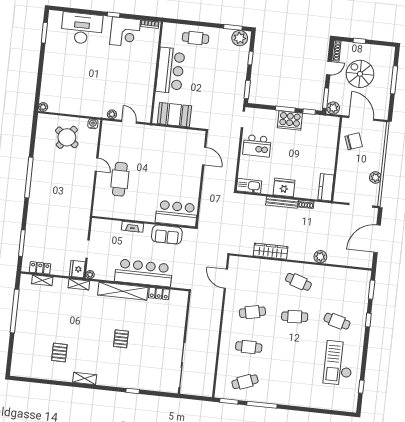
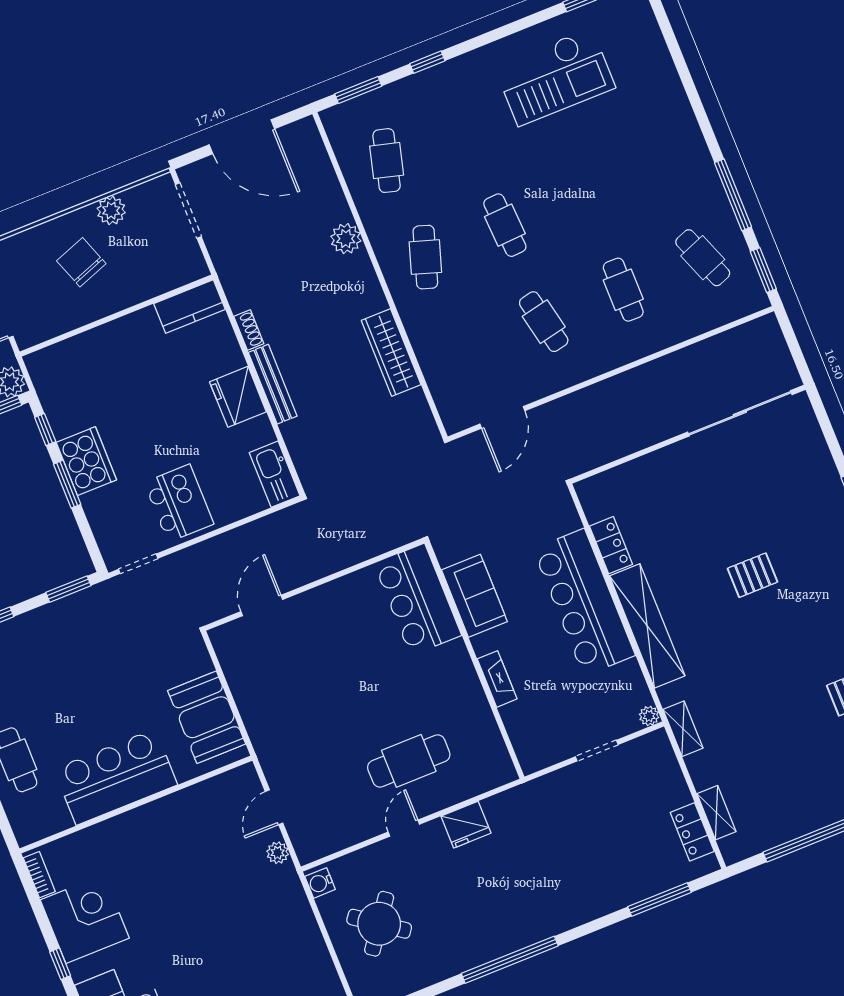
chair: (354, 141) -> (81, 262), moved
fridge: (77, 269) -> (466, 825), moved
cafe table: (337, 321) -> (387, 161), moved

